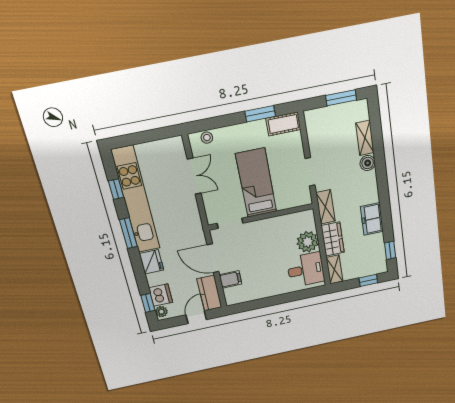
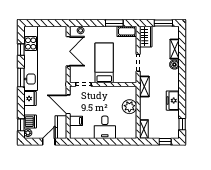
double door: (194, 176) -> (68, 51), width x1.37
wardrobe: (333, 239) -> (146, 37), moved
desk: (306, 270) -> (105, 127), moved, turned 90

